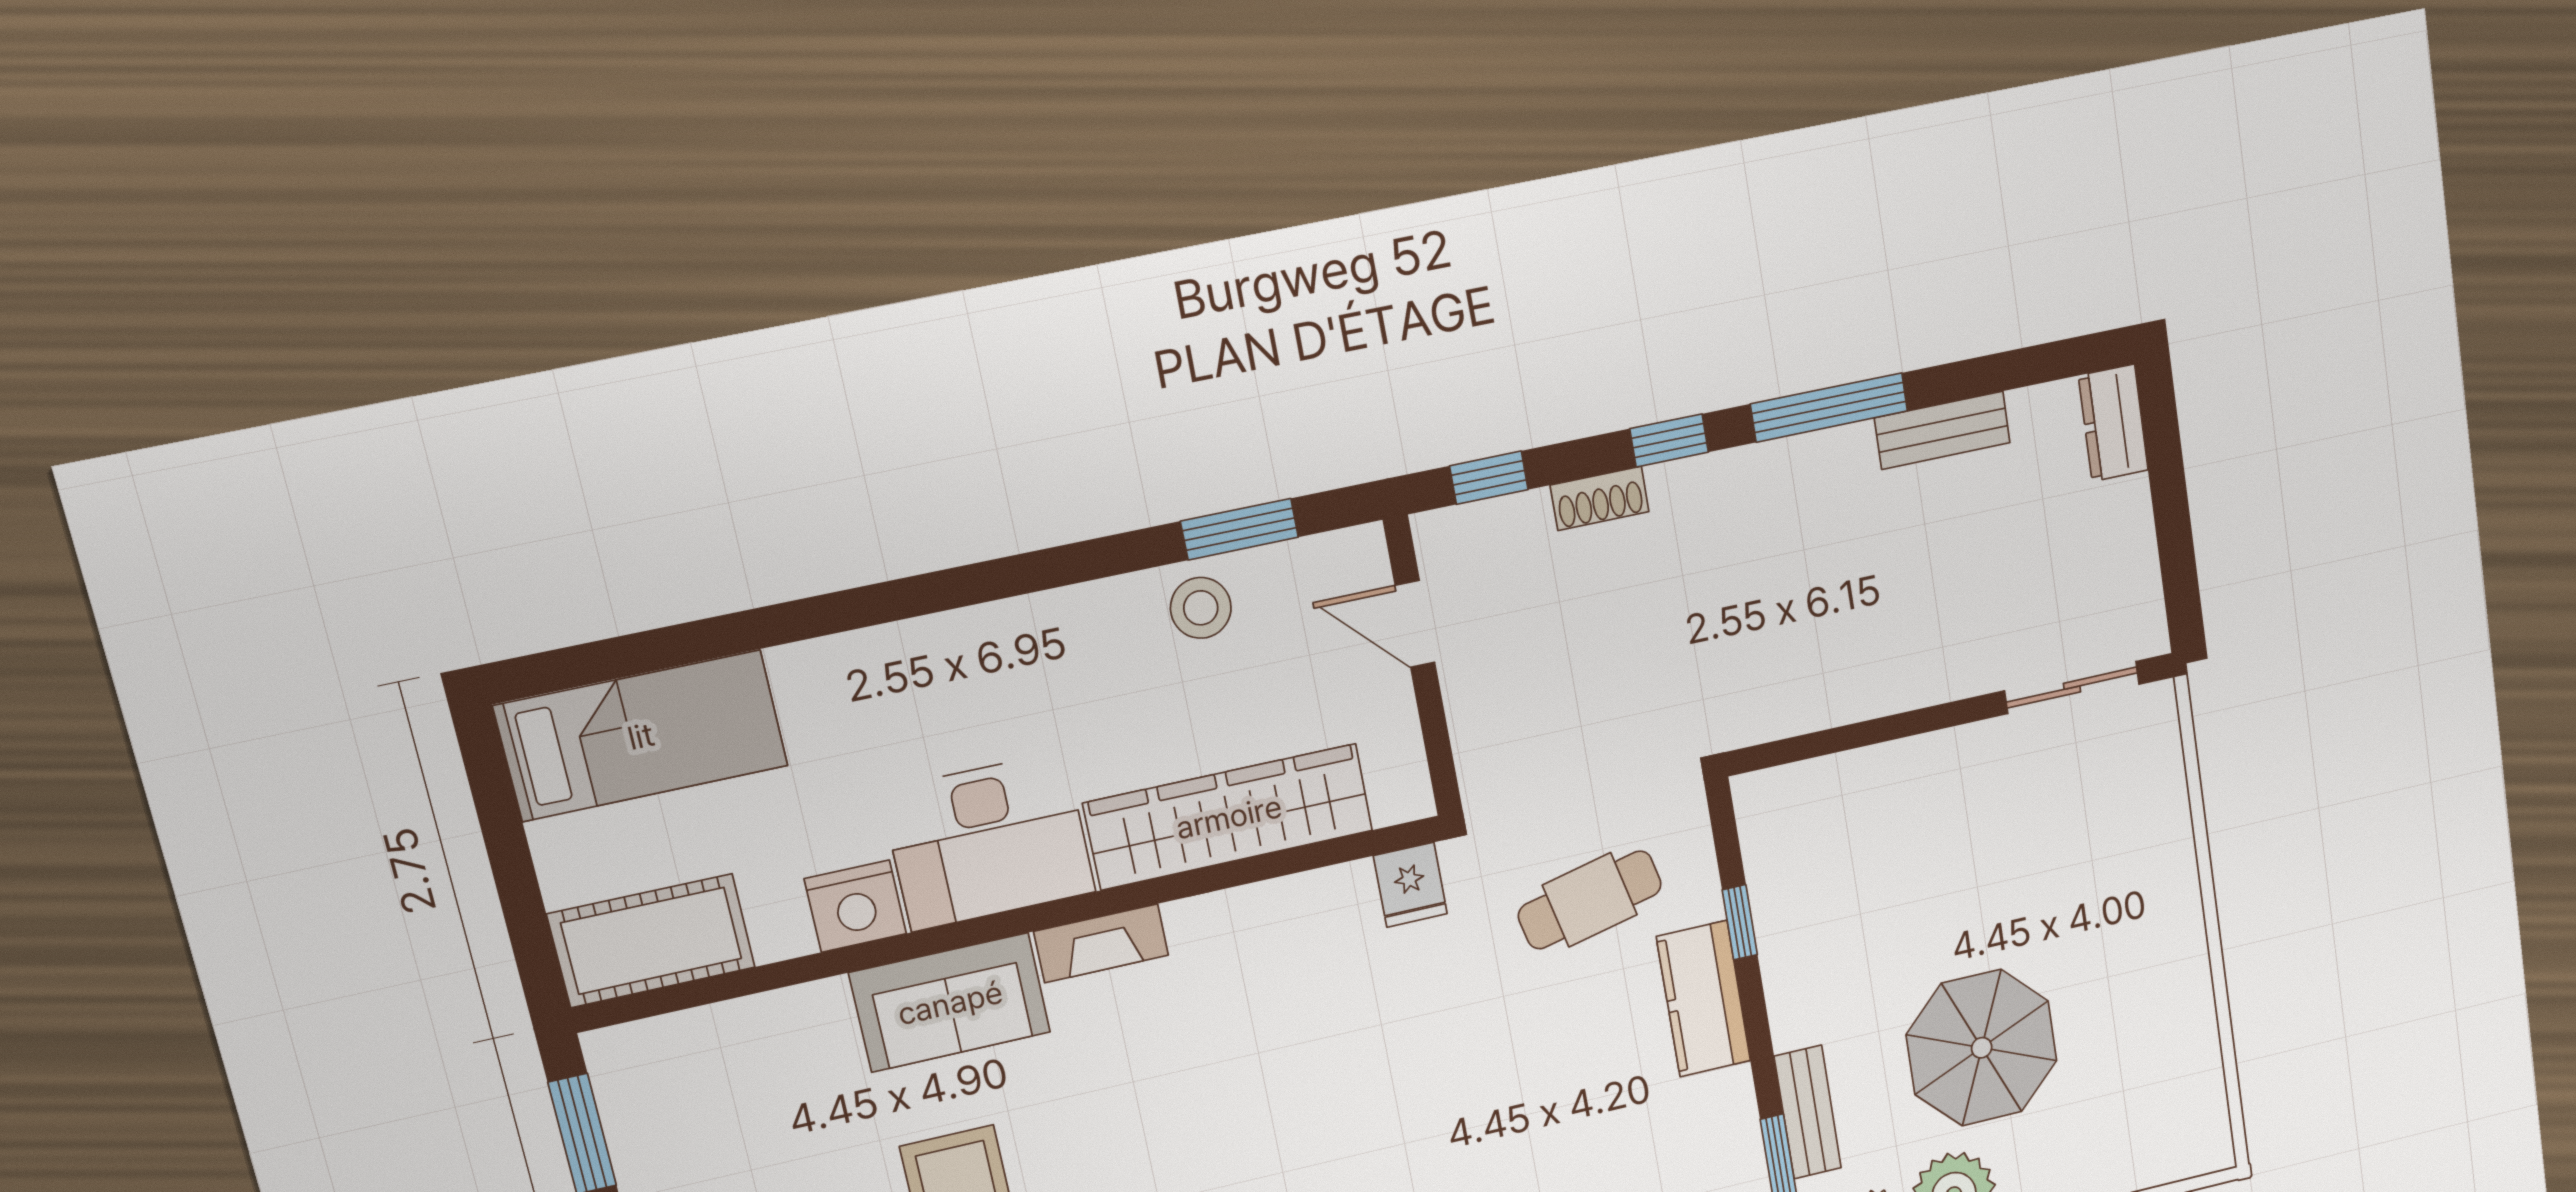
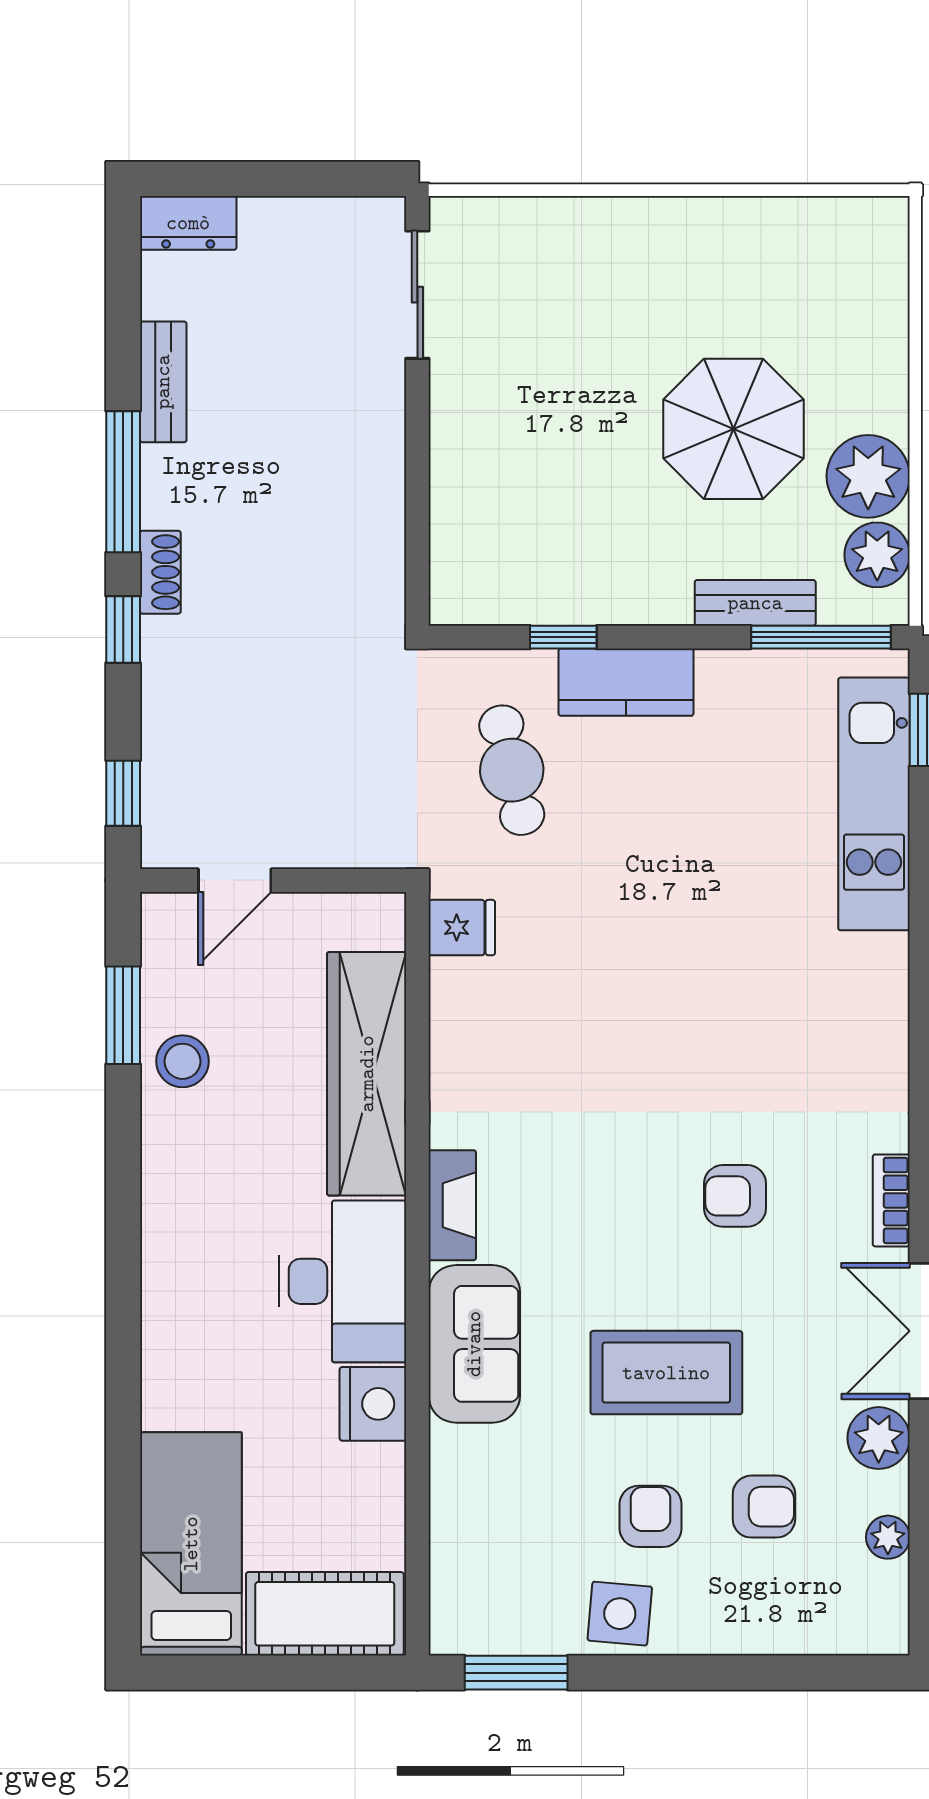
shoe rack: (1600, 498) -> (160, 572), moved
cot: (651, 941) -> (325, 1614), moved, turned 90

